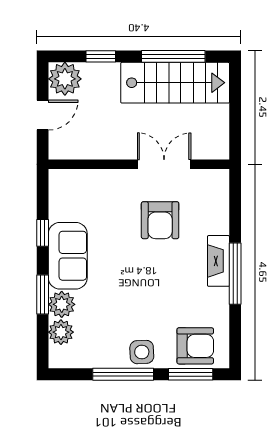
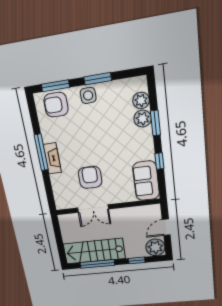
sofa: (68, 256) -> (146, 181), moved
window: (123, 374) -> (98, 79), width x0.69

